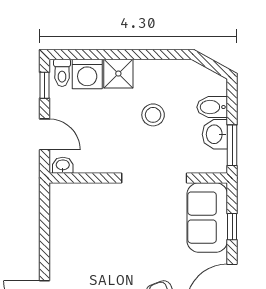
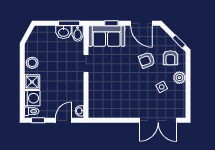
bidet: (212, 107) -> (78, 33), moved
stool: (153, 115) -> (32, 63), moved
doorway: (154, 178) -> (86, 64), width x0.53

